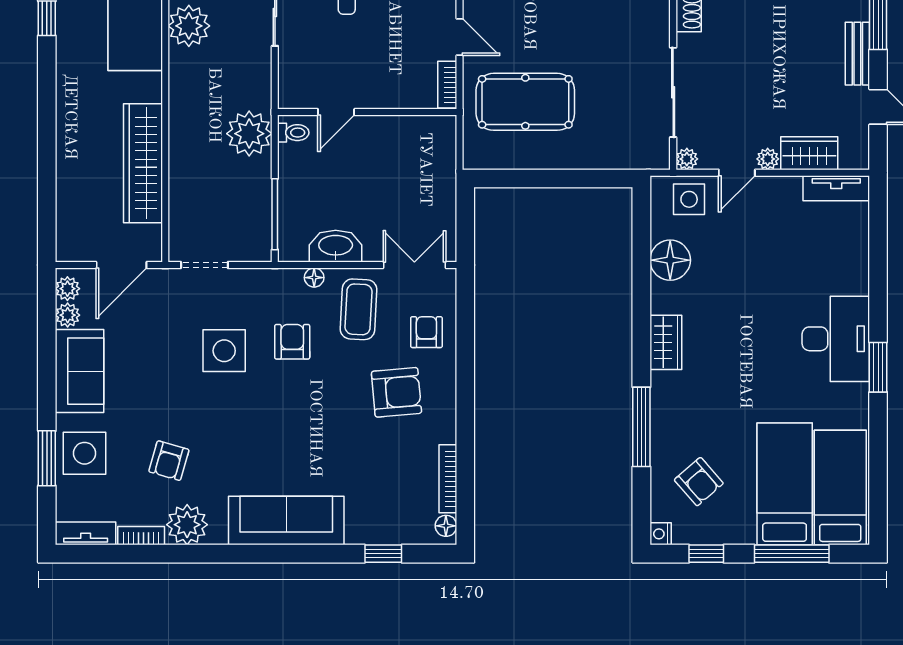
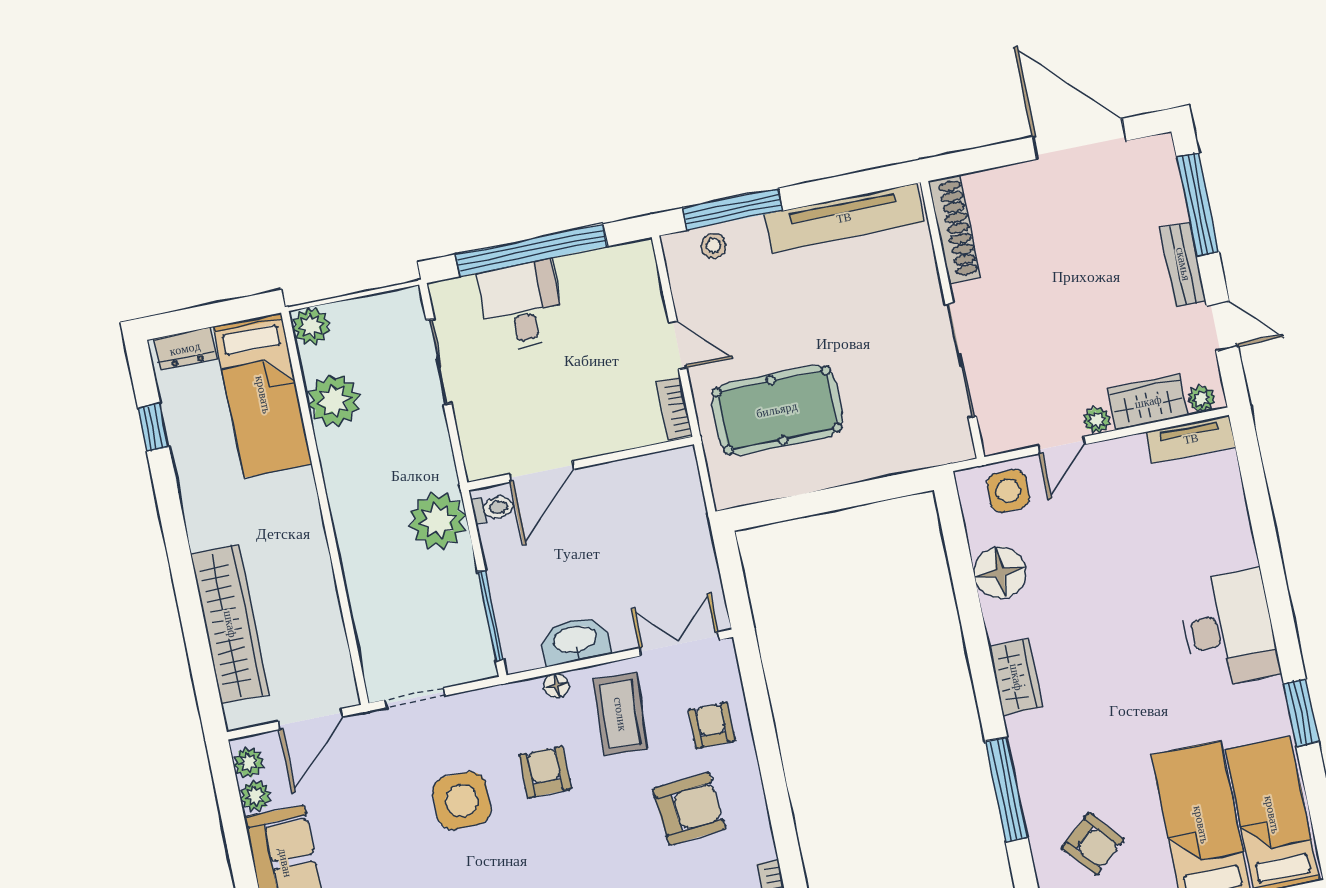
door: (336, 112) -> (542, 471), width x1.38
plant: (687, 159) -> (1202, 399), moved
wardrobe: (143, 163) -> (230, 624), moved, turned 180
window: (878, 367) -> (1301, 713), moved

